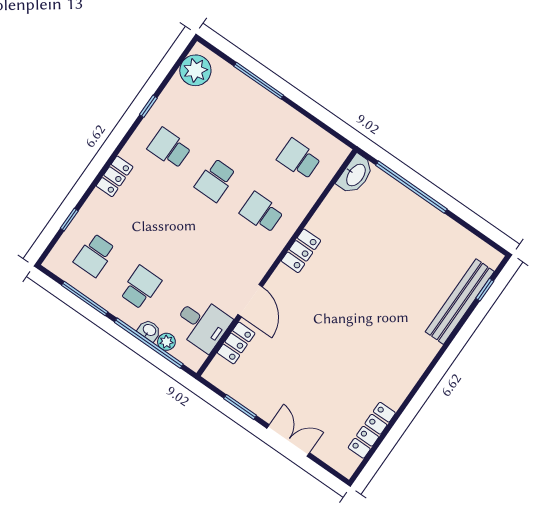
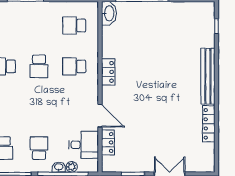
bench: (460, 302) -> (208, 76), moved
locker: (372, 430) -> (209, 124), moved

